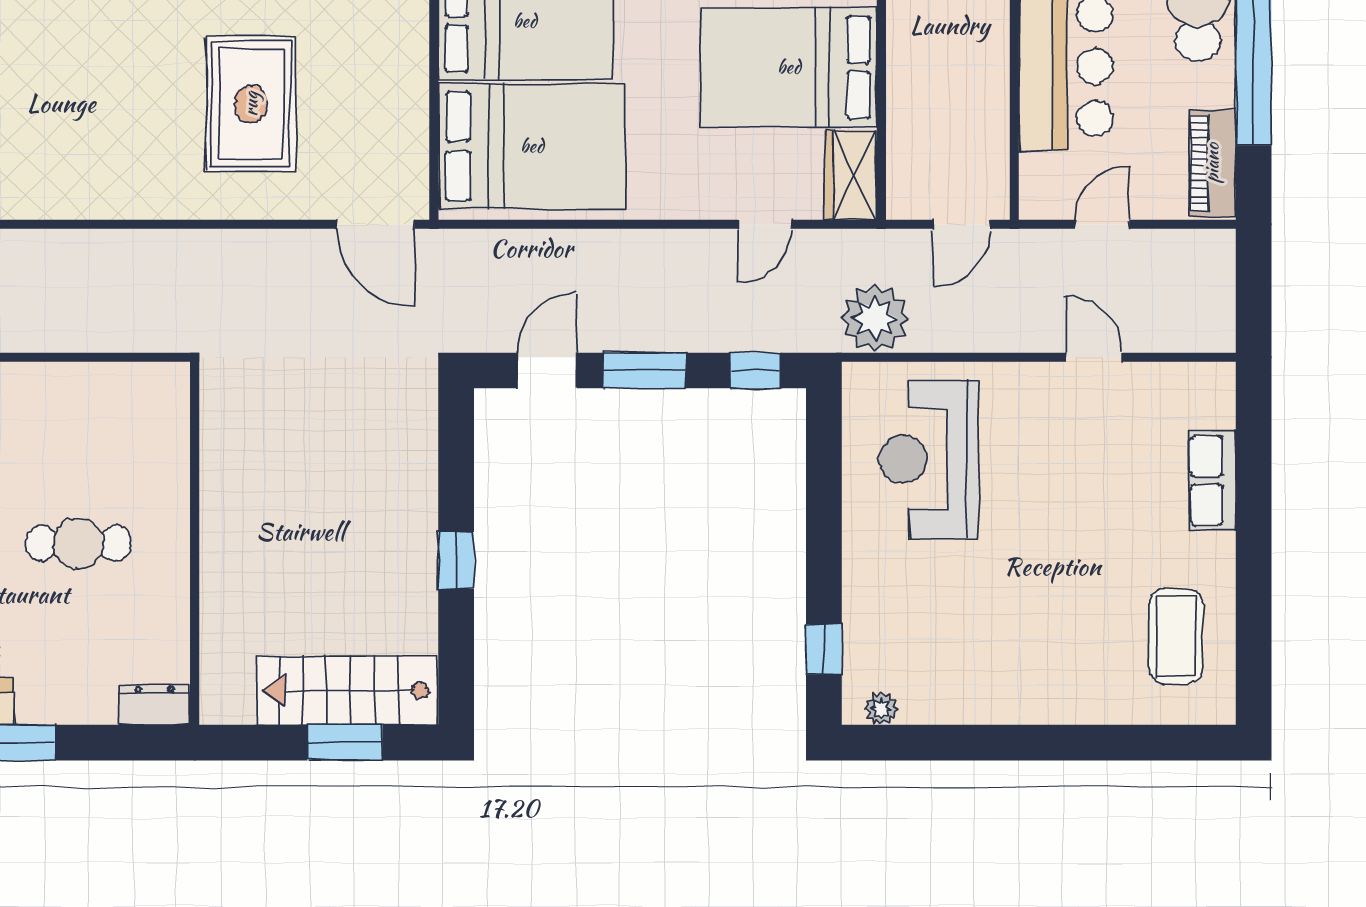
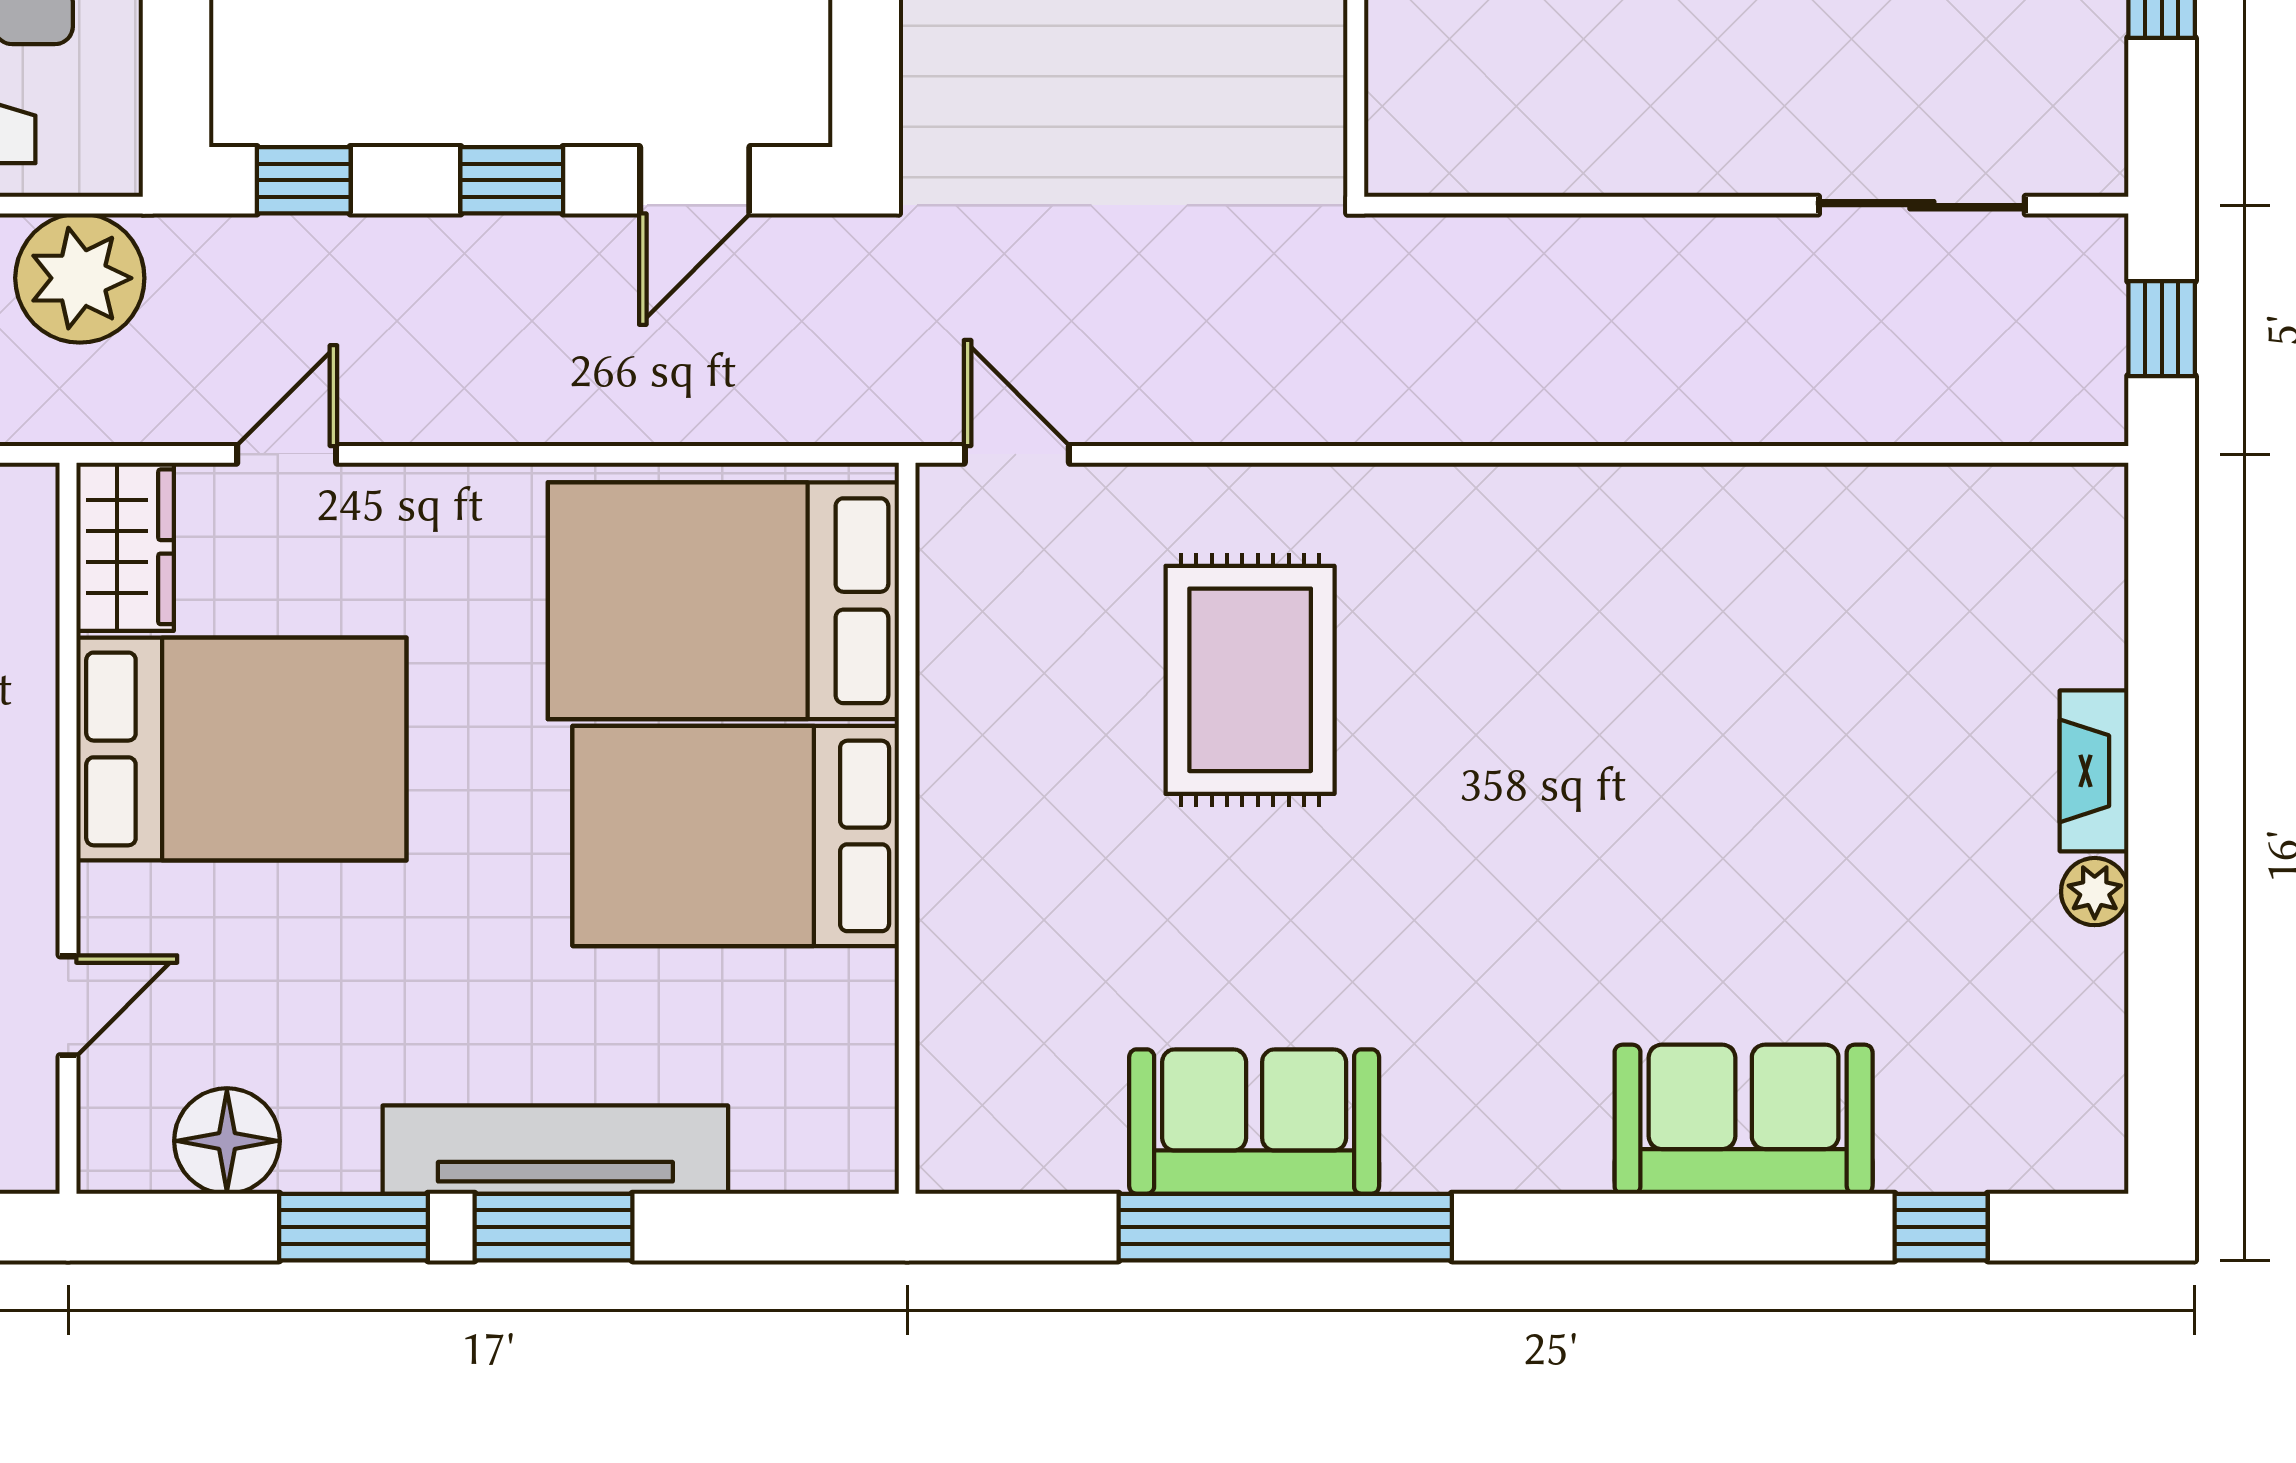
door: (375, 224) -> (1017, 454), width x0.73
window: (645, 370) -> (512, 180), width x0.67

